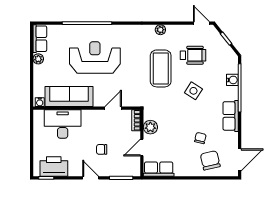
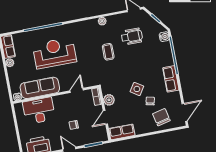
coffee table: (161, 68) -> (108, 52), width x0.54, depth x0.58
water cooler: (232, 80) -> (164, 37), moved
side table: (193, 91) -> (137, 89), moved

